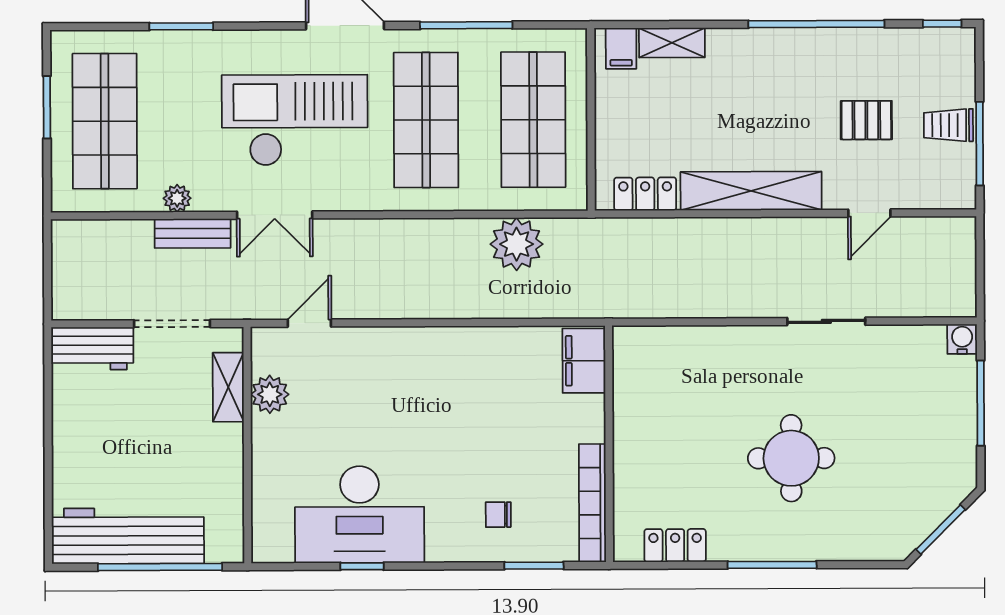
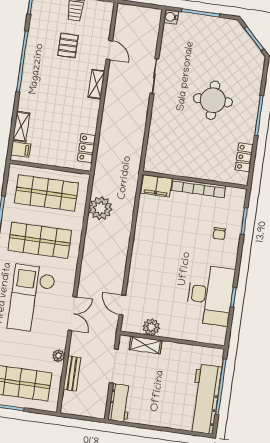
shelving: (751, 191) -> (96, 84), width x0.45, depth x0.75
bench: (193, 233) -> (72, 373), moved
bookcase: (592, 503) -> (199, 188), moved

